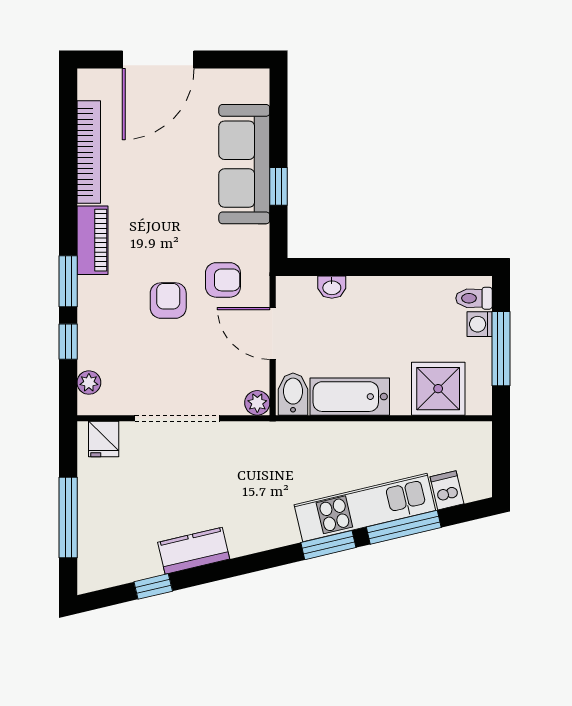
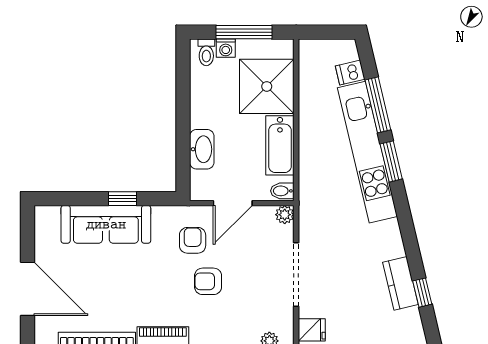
washbasin: (332, 287) -> (202, 149), width x1.91, depth x1.45
shower: (438, 389) -> (267, 86), width x1.37, depth x1.37
bidet: (293, 394) -> (282, 191), width x0.72, depth x0.74
kitchen unit: (365, 508) -> (367, 152), width x1.36
kitchen counter: (194, 551) -> (400, 283), moved

